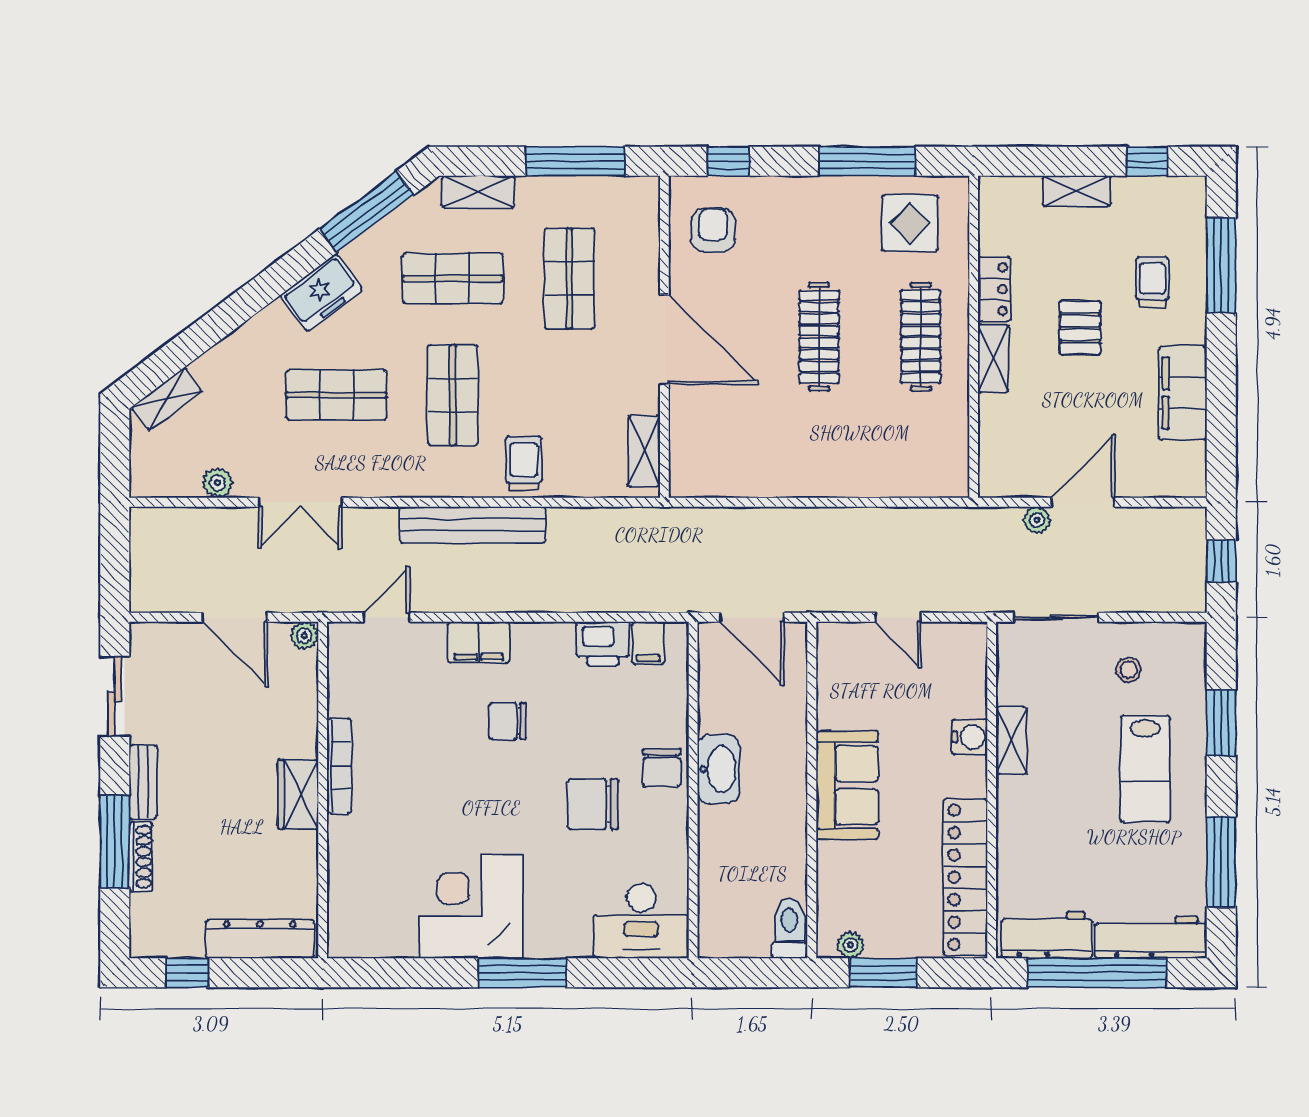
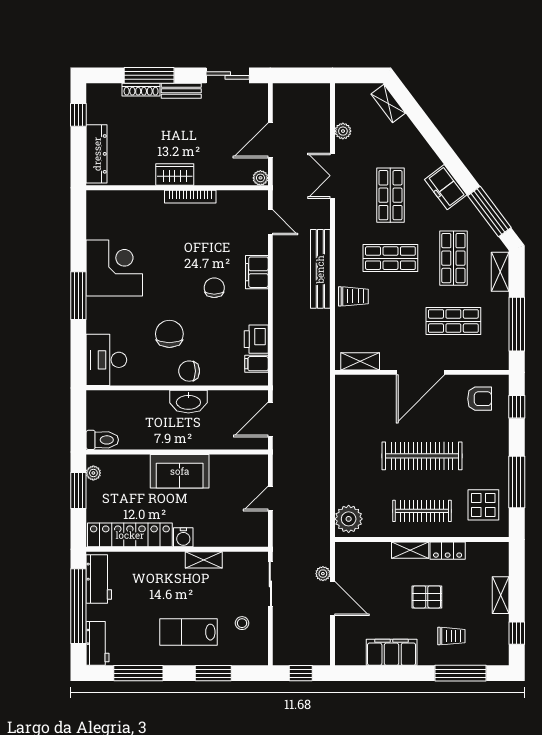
clothes rail: (819, 337) -> (422, 456), width x1.37, depth x1.31
plant: (936, 472) -> (349, 519), added
water cooler: (970, 737) -> (183, 537), moved
workbench: (1151, 937) -> (97, 643), width x0.73

